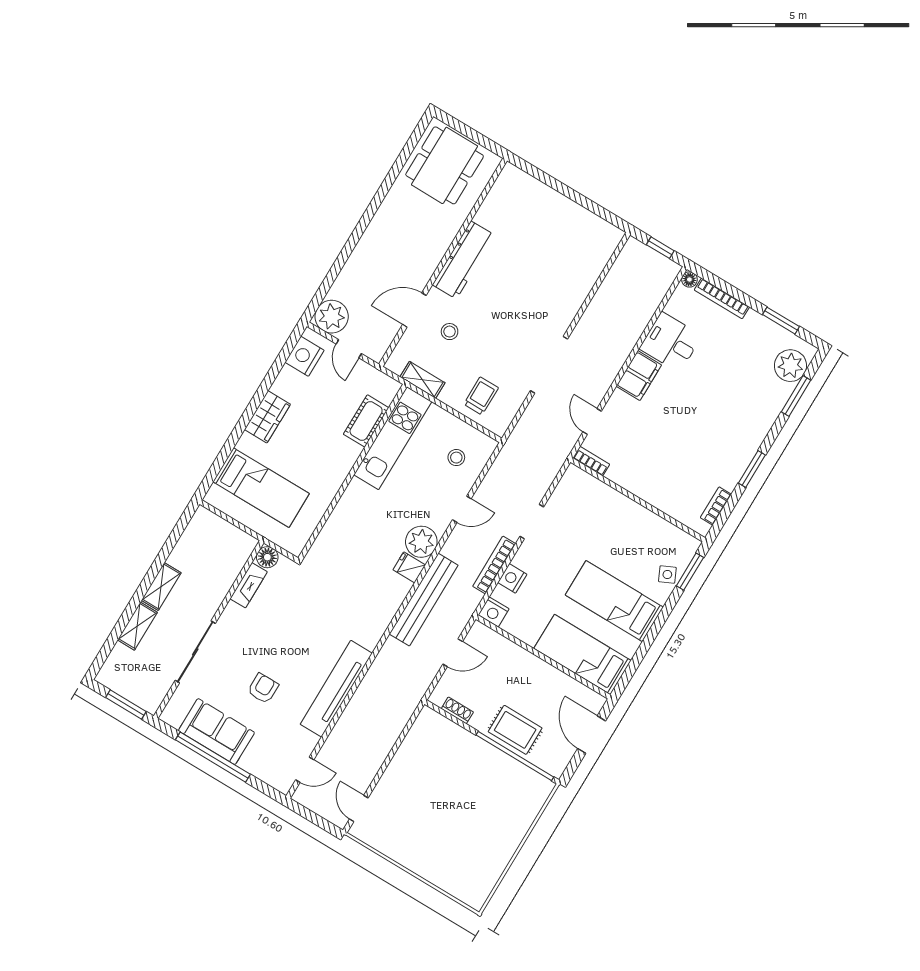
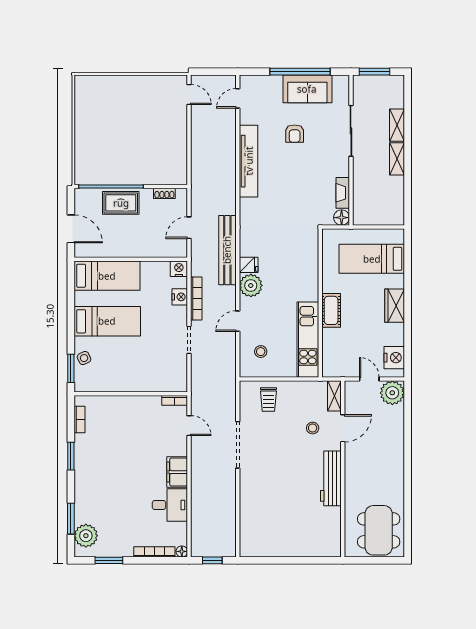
shelving: (422, 380) -> (334, 396), moved, turned 90
cot: (366, 421) -> (331, 310), moved

